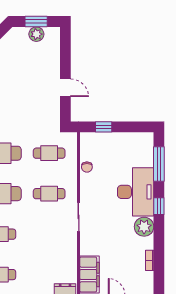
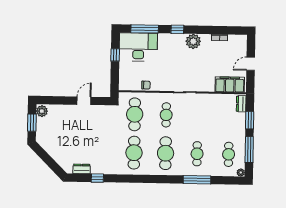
plant: (36, 34) -> (42, 111), moved
window: (104, 127) -> (115, 55), moved
cafe table: (49, 153) -> (135, 114), width x1.37, depth x1.35
desk: (136, 192) -> (138, 47), moved

